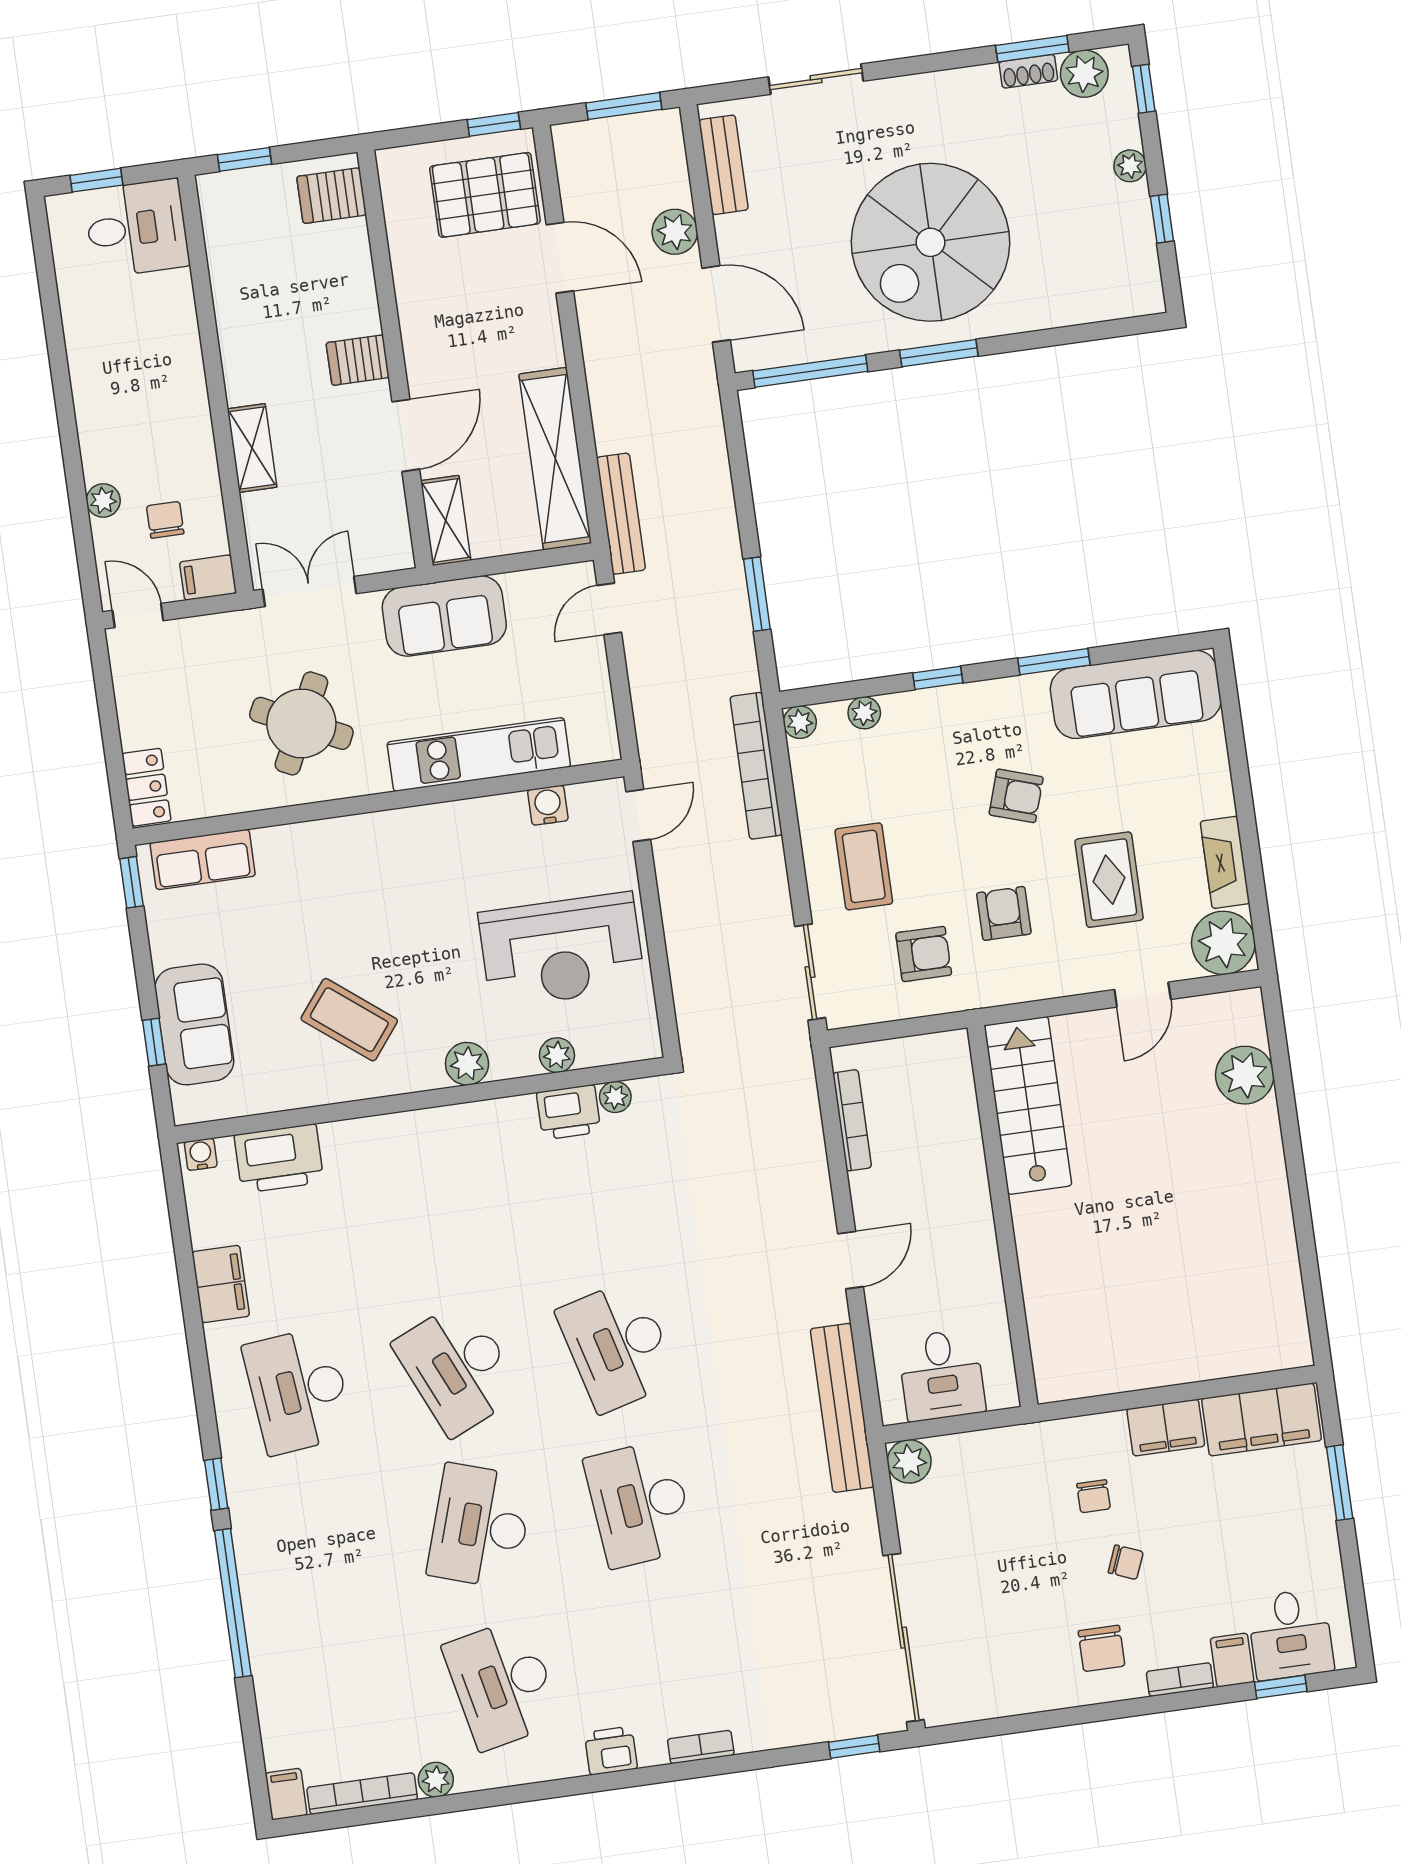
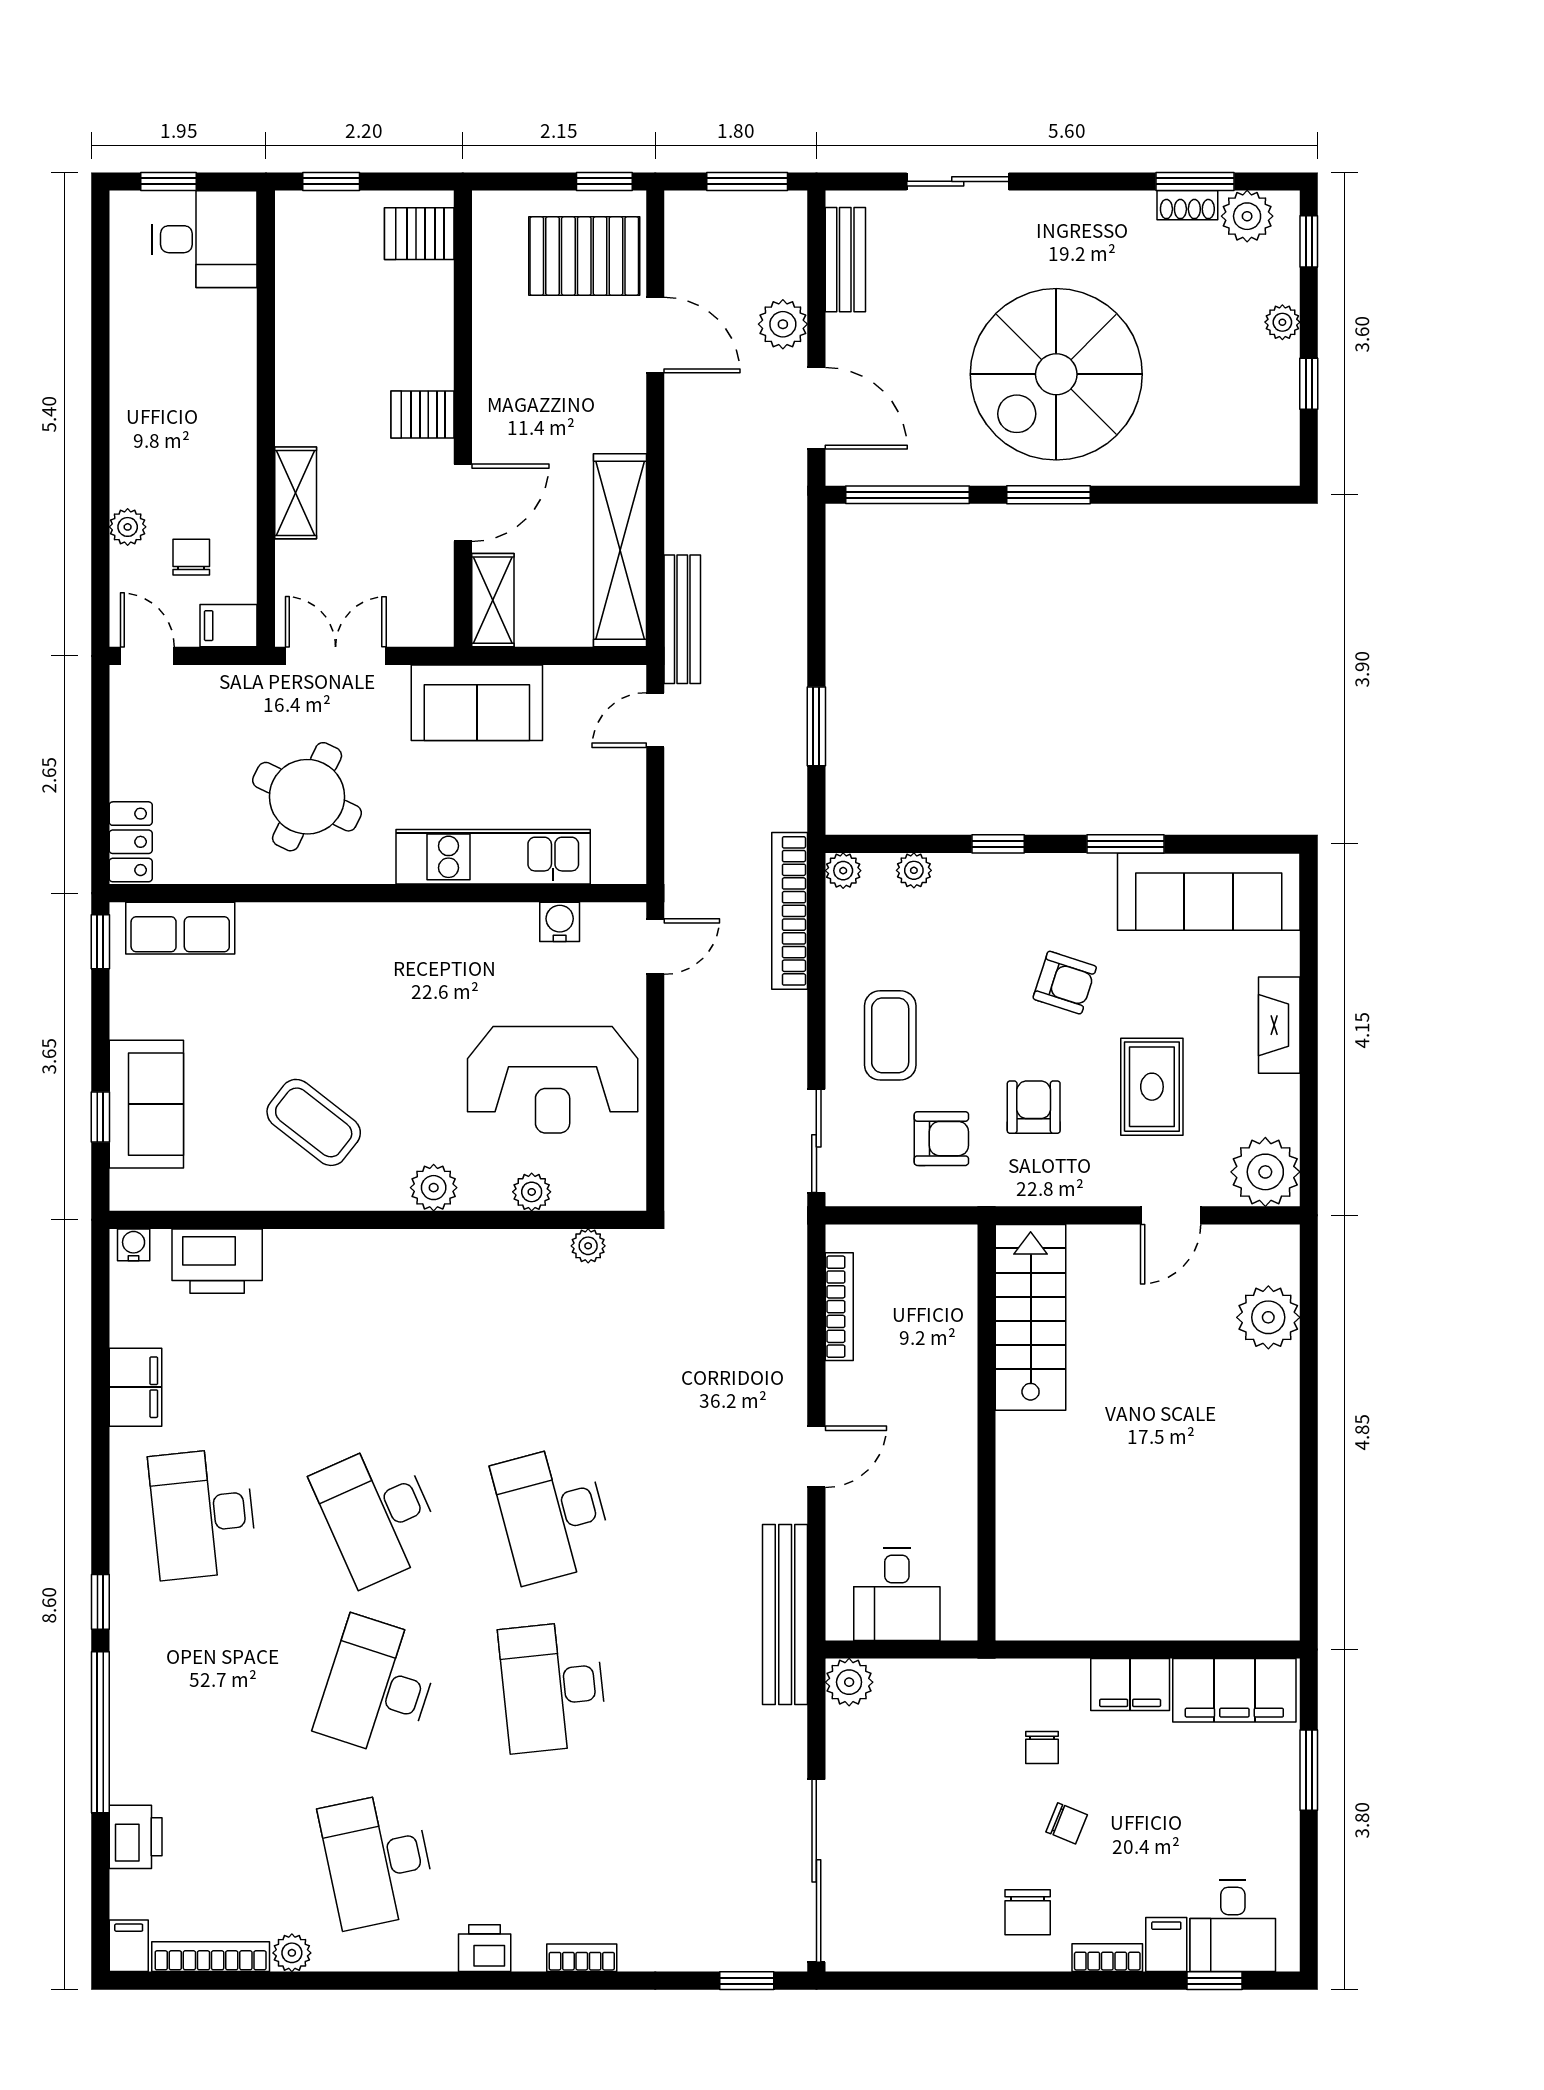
fireplace: (1225, 862) -> (1279, 1025), moved
printer: (569, 1112) -> (136, 1837), moved, turned -90

